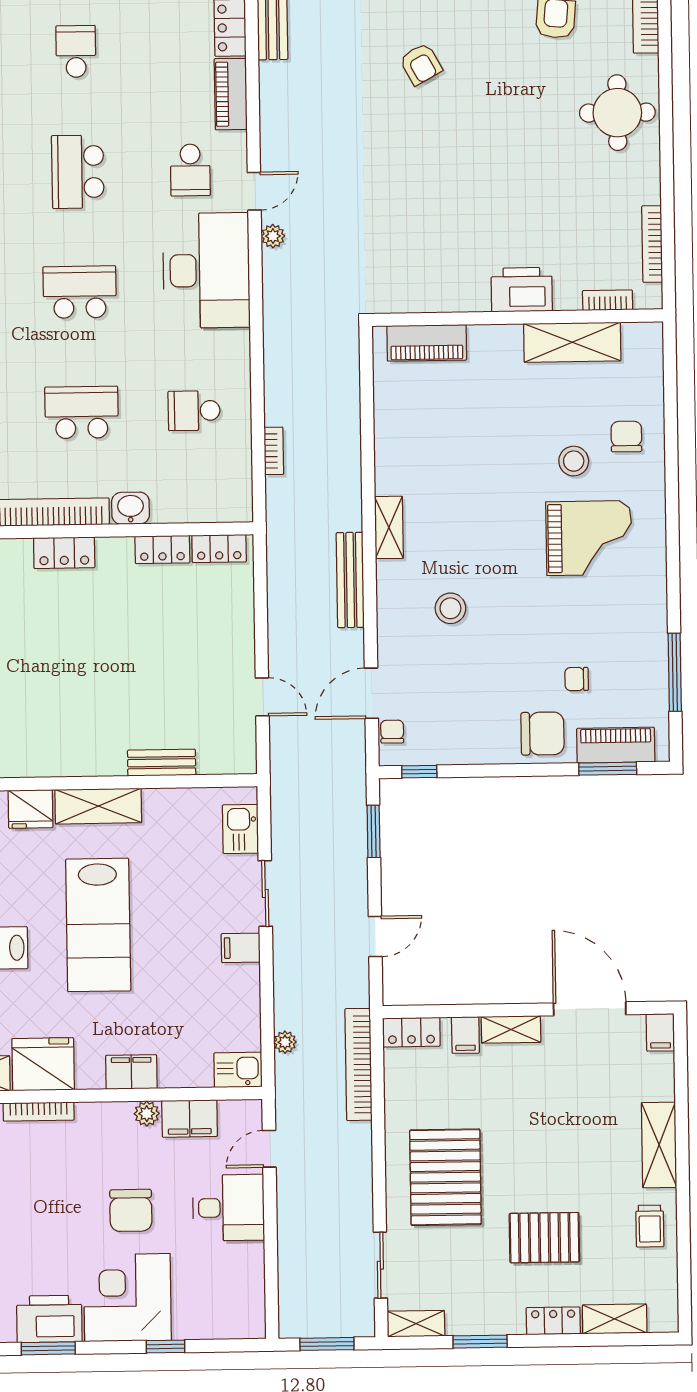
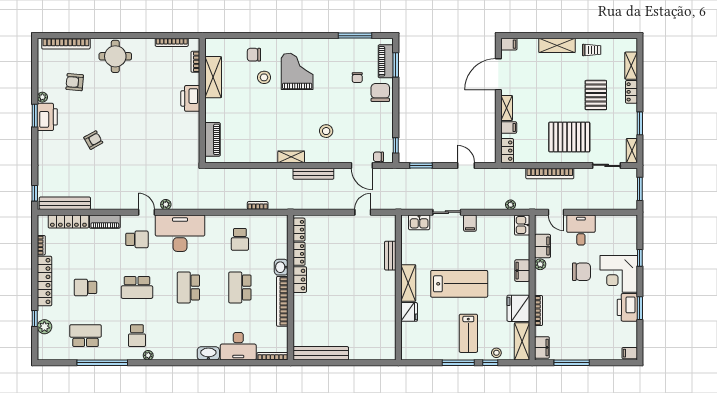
locker: (64, 553) -> (300, 280), moved
bookcase: (358, 1064) -> (550, 173), moved

